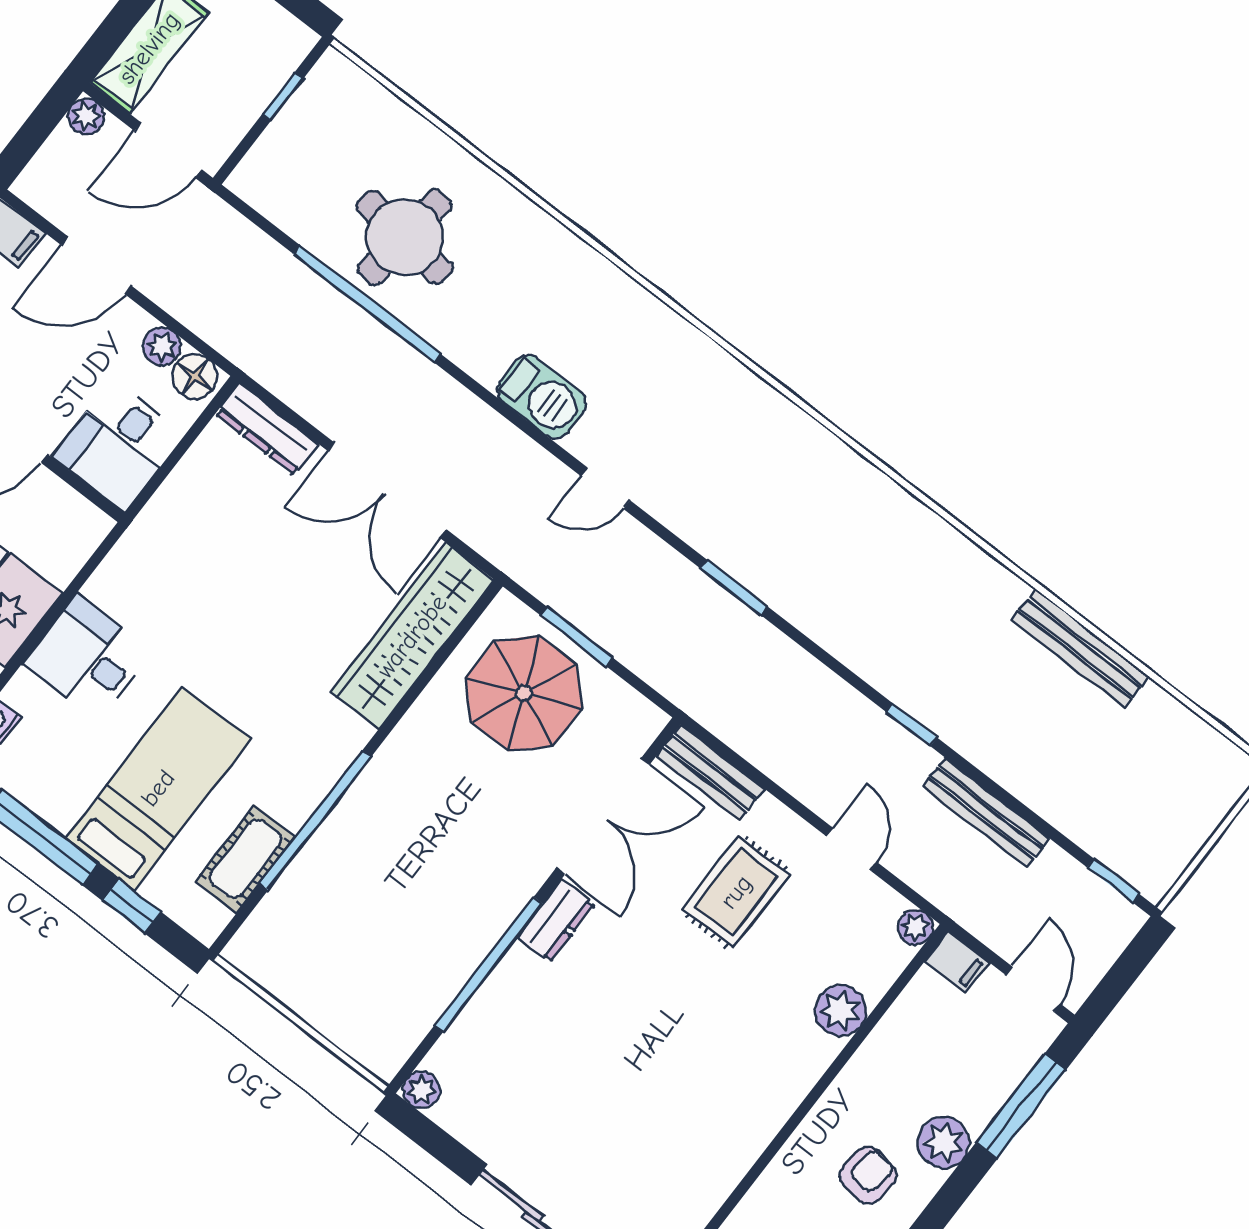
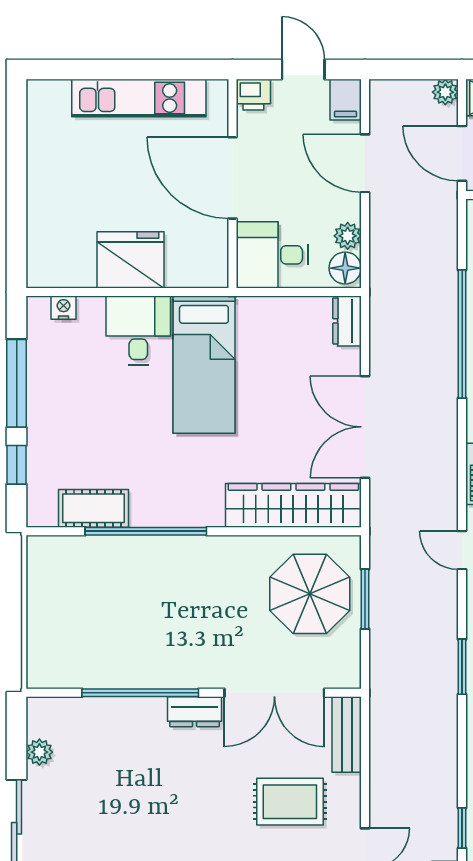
dresser: (267, 429) -> (347, 321), width x0.70
bed: (158, 788) -> (204, 365), moved, turned 90
plant: (422, 1090) -> (39, 752), moved

